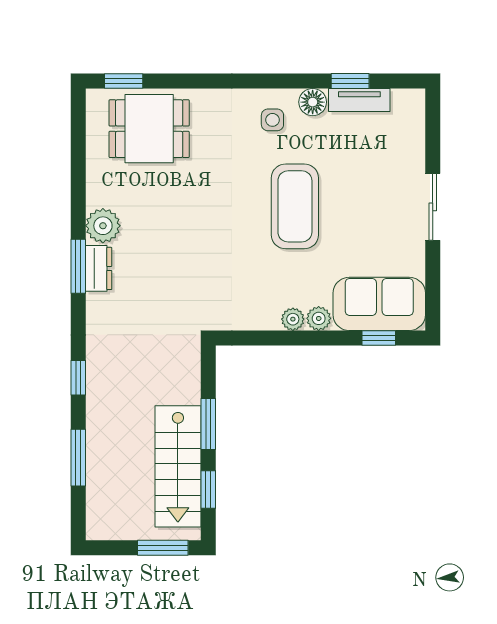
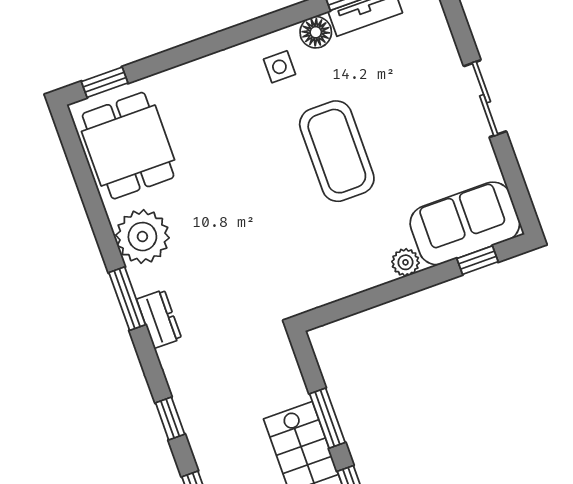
dining table: (149, 129) -> (128, 146), moved, turned 90
plant: (103, 226) -> (142, 237), width x1.36, depth x1.36
dresser: (99, 268) -> (159, 319), moved
plant: (293, 319) -> (378, 273), removed

